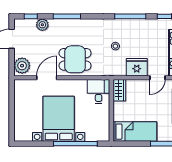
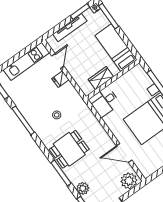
dining table: (75, 59) -> (69, 149), moved, turned 90
fridge: (137, 67) -> (60, 79), width x0.53, depth x0.75
door: (157, 78) -> (58, 61), hinge flipped
wardrobe: (119, 90) -> (101, 78), moved

